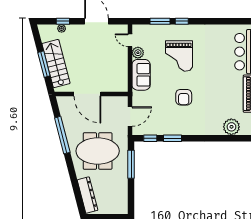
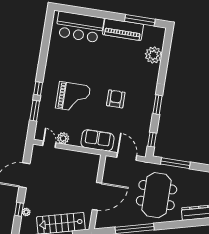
door: (130, 40) -> (49, 144), swing flipped
sofa: (141, 75) -> (97, 140), moved
armchair: (184, 97) -> (116, 99), turned -90
window: (173, 138) -> (158, 105), moved

